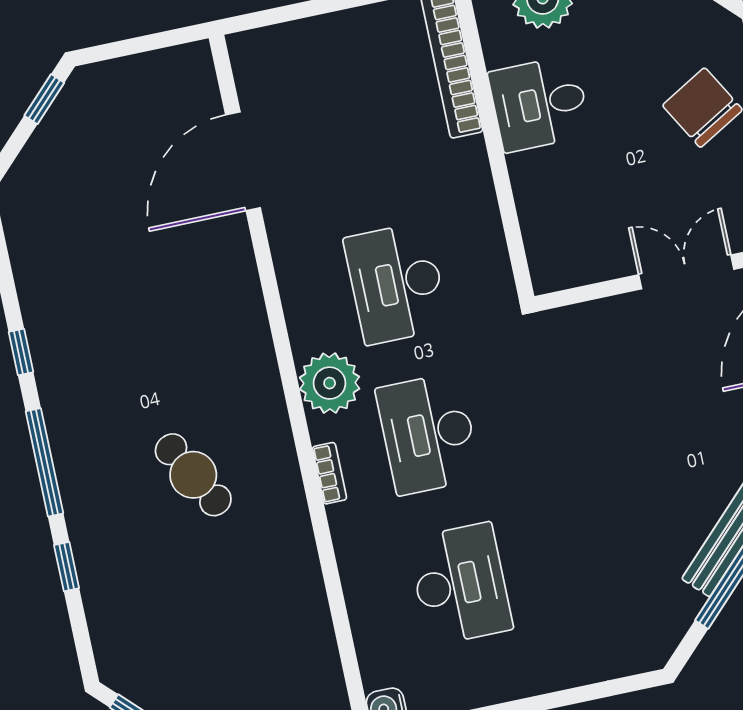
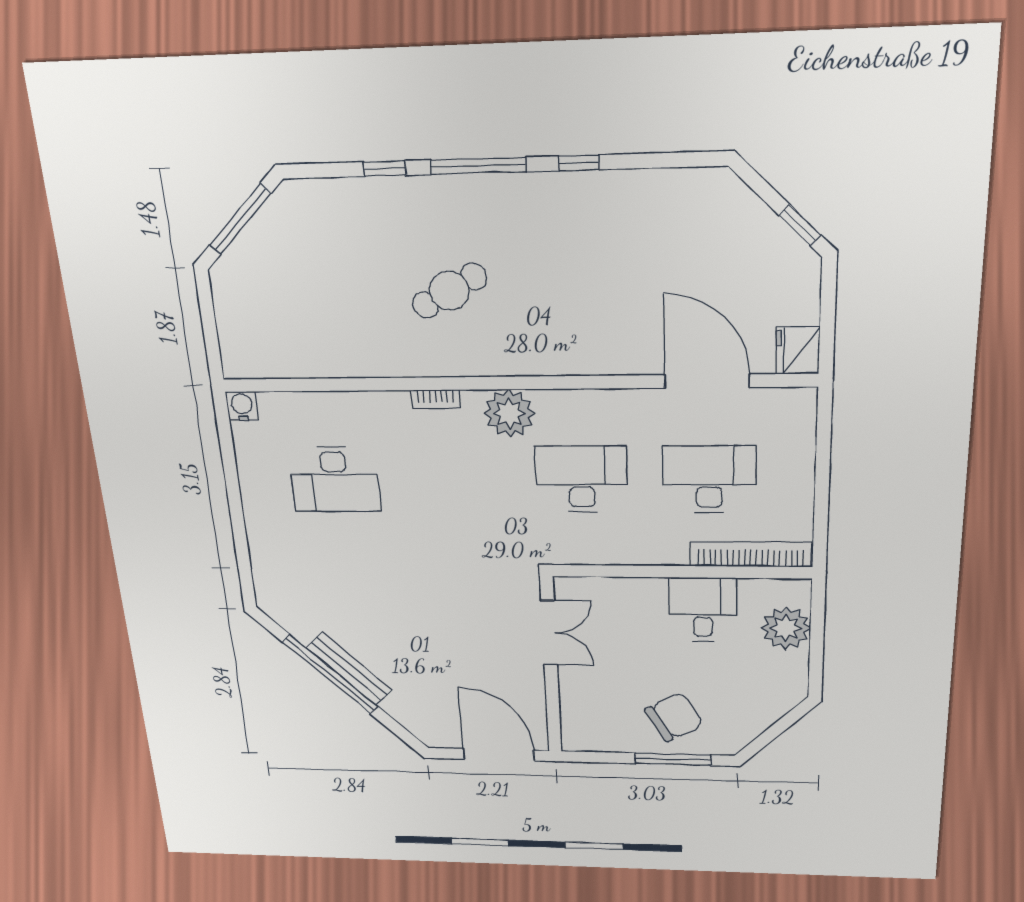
fridge: (186, 68) -> (798, 350), added
double door: (686, 272) -> (549, 633), moved
desk: (428, 434) -> (709, 479), moved

